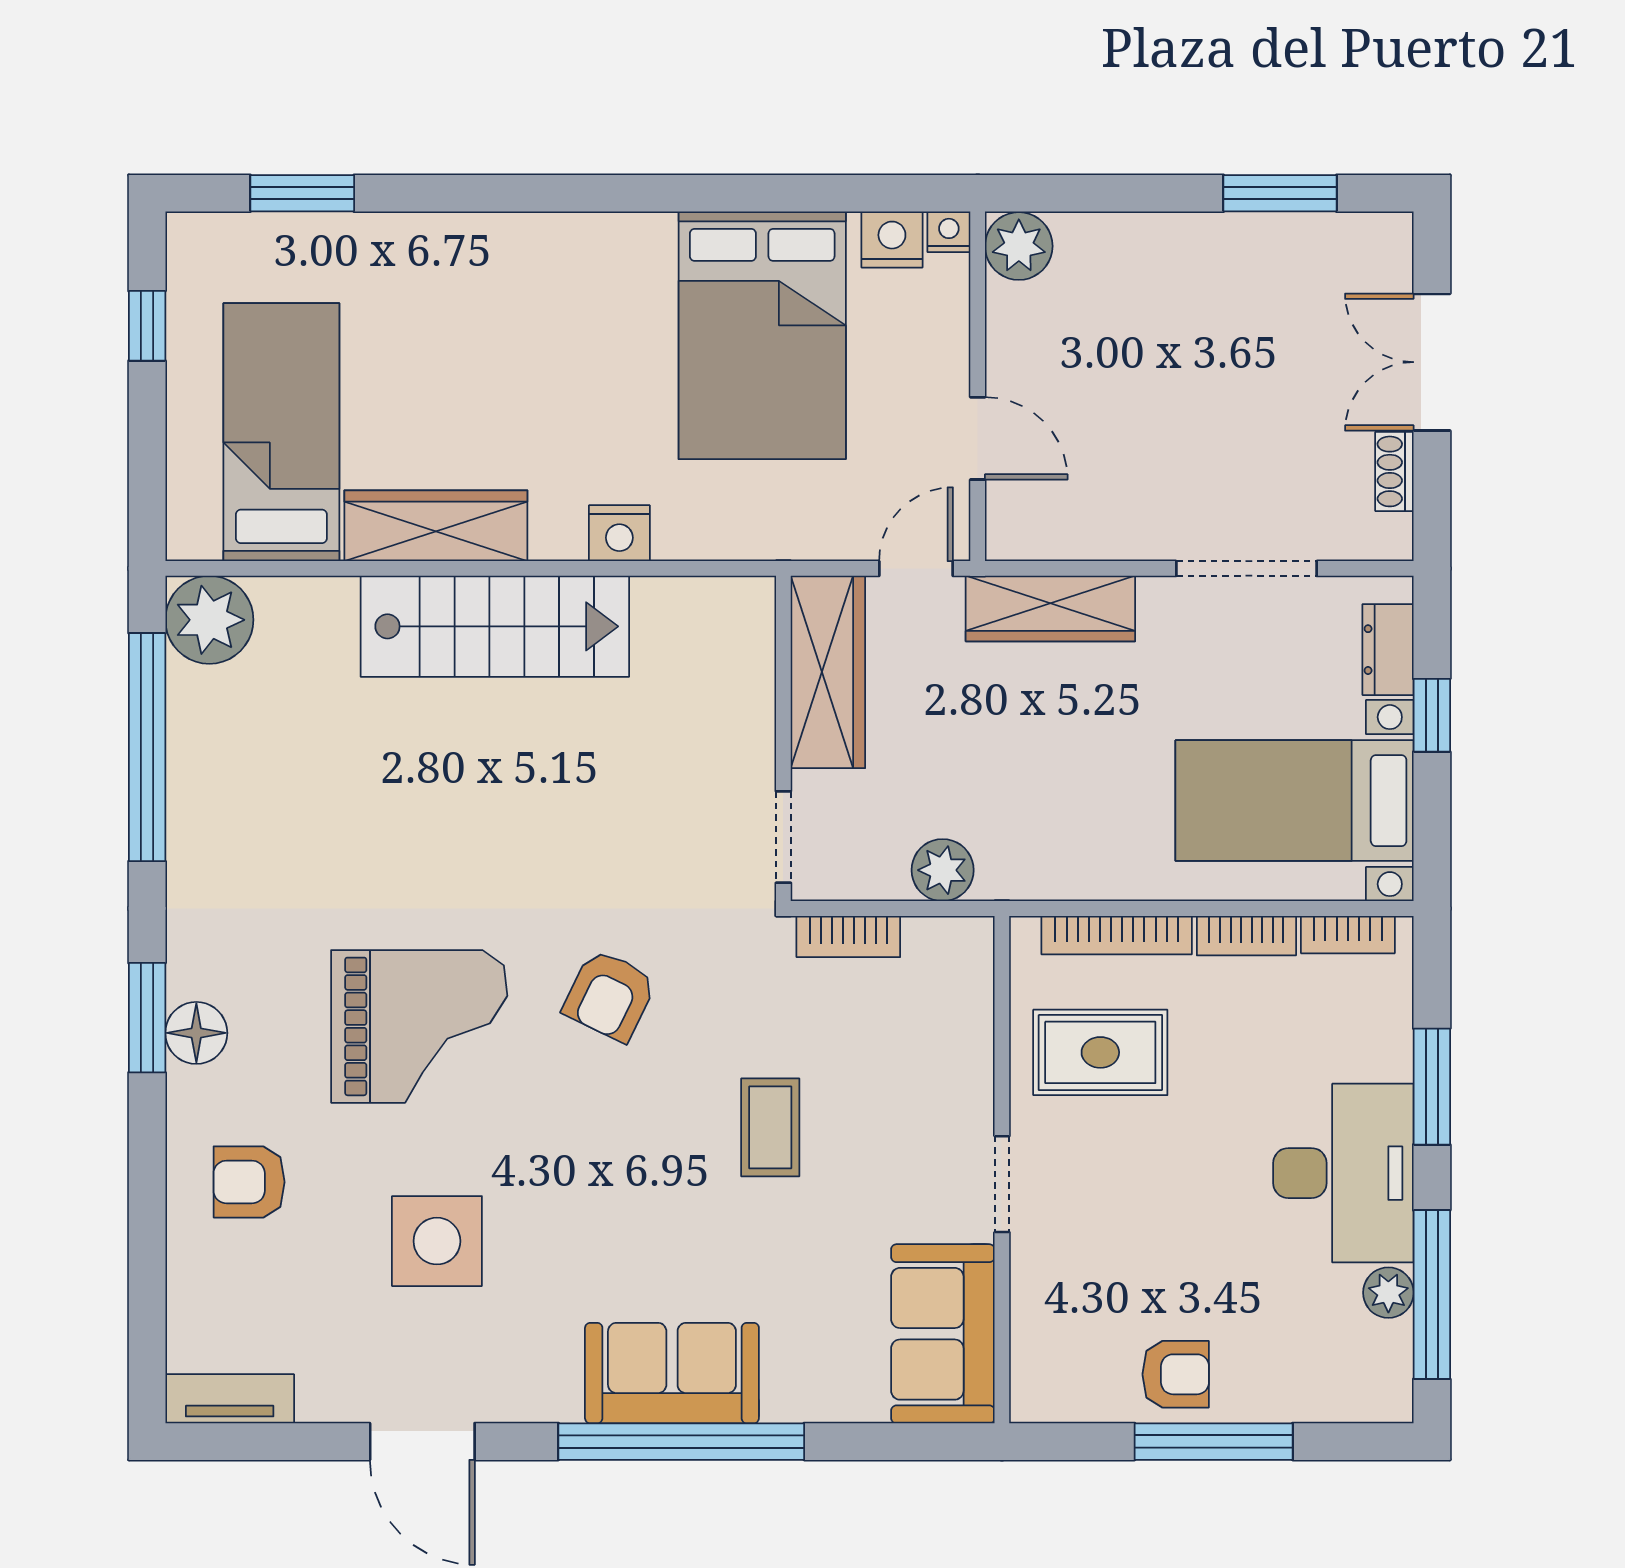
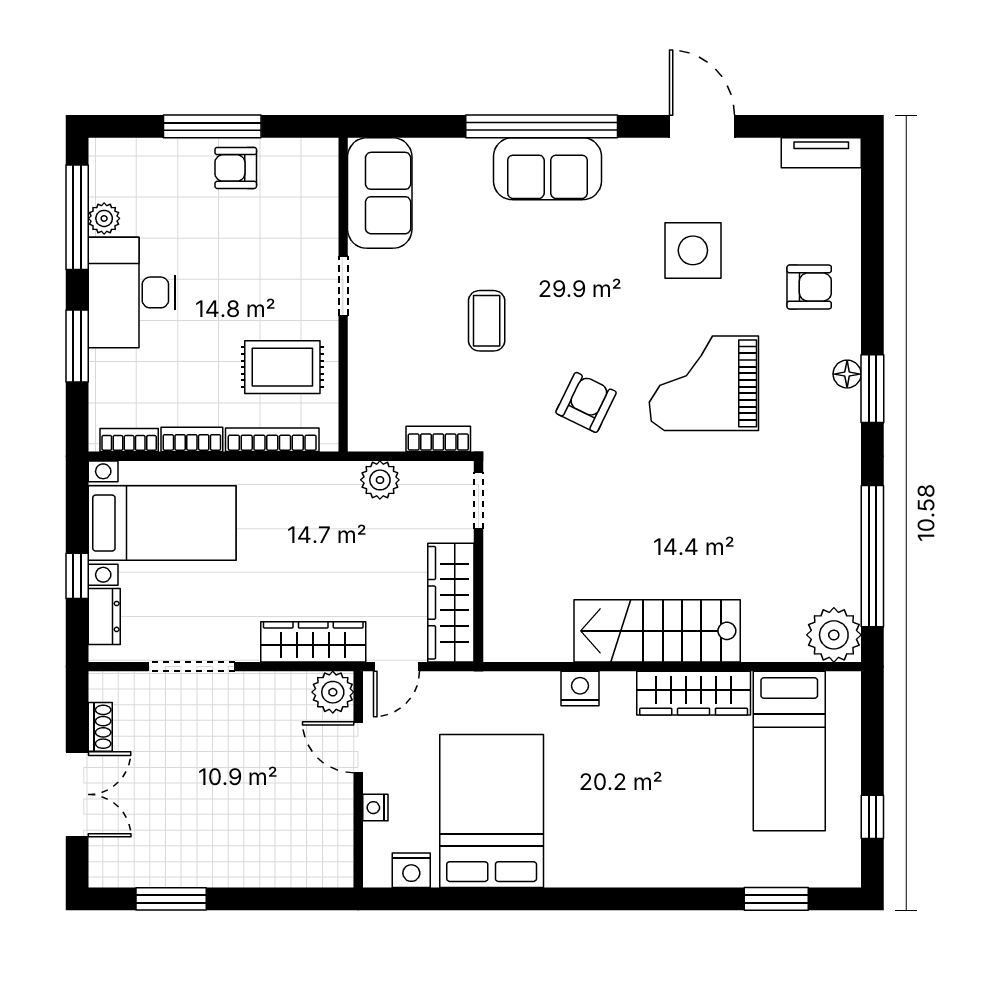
nightstand: (949, 232) -> (375, 808), moved, turned 90
plant: (1019, 246) -> (333, 692), moved
floor lamp: (196, 1033) -> (847, 374), width x0.73, depth x0.73

